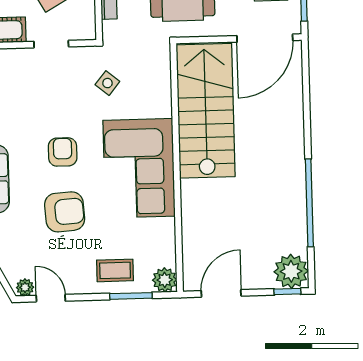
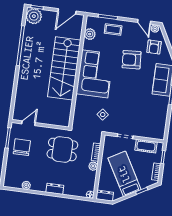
door: (265, 38) -> (28, 123), width x0.53
stairs: (206, 111) -> (64, 68), moved
armchair: (63, 152) -> (154, 47), moved
plant: (165, 280) -> (90, 34), moved

